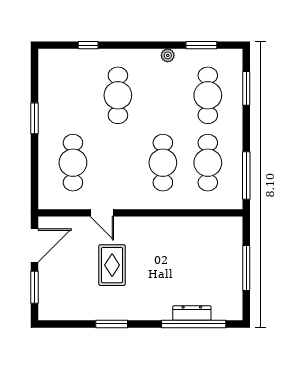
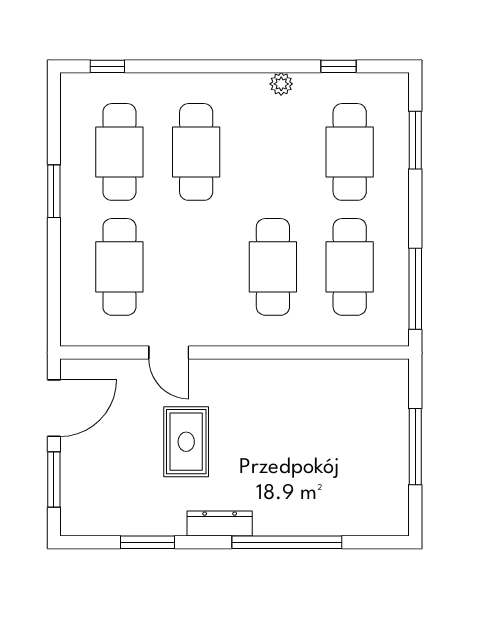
window: (88, 45) -> (107, 66), moved
window: (201, 45) -> (339, 66), width x0.67
cafe table: (73, 95) -> (119, 152), added
dresser: (192, 313) -> (220, 524), moved
window: (112, 324) -> (147, 542), moved
window: (194, 324) -> (287, 542), moved

